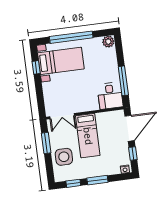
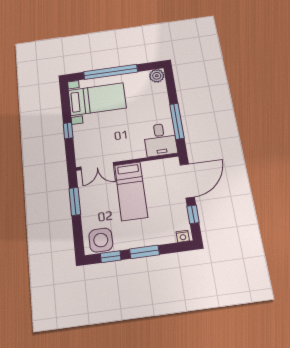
window: (36, 67) -> (68, 131), moved
side table: (64, 157) -> (101, 240), moved

